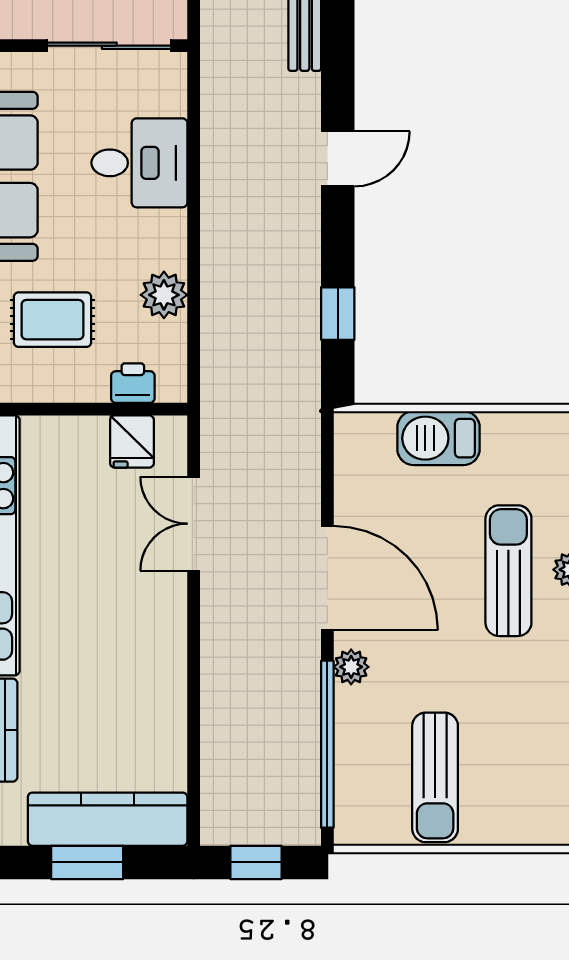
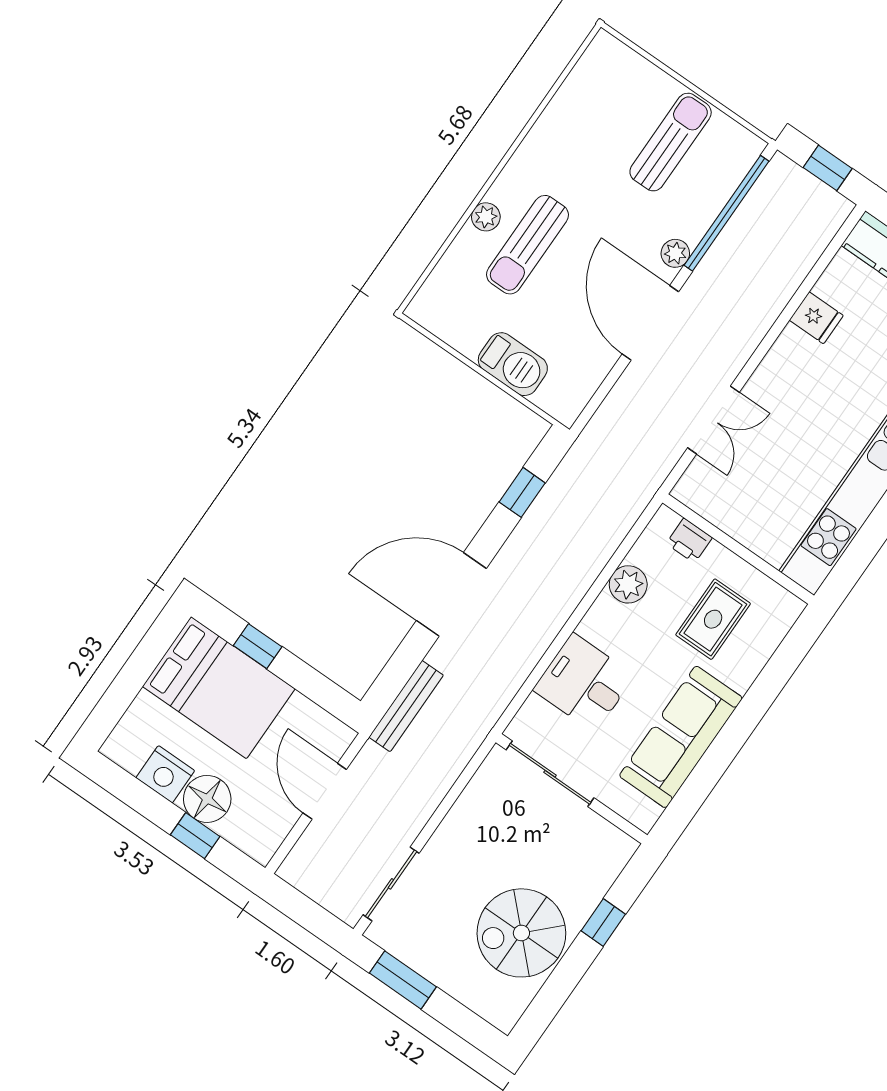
door: (338, 159) -> (451, 594), width x1.87
rug: (53, 320) -> (713, 619), turned 90
fridge: (132, 442) -> (816, 318), moved, turned 90

